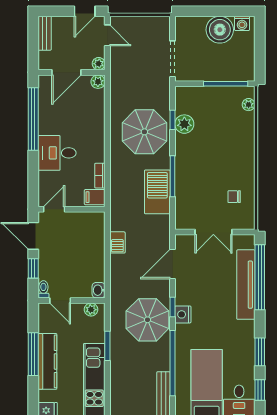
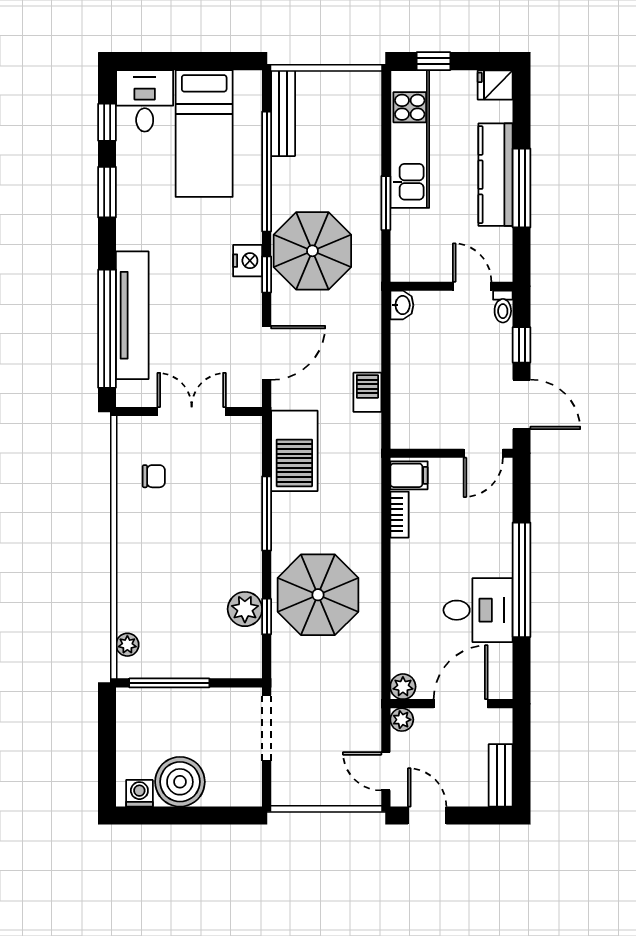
door: (85, 11) -> (427, 816), hinge flipped
window: (33, 119) -> (522, 580), moved
desk: (57, 153) -> (478, 610), moved
barbecue: (157, 192) -> (294, 451), moved
plant: (91, 310) -> (416, 270), removed

